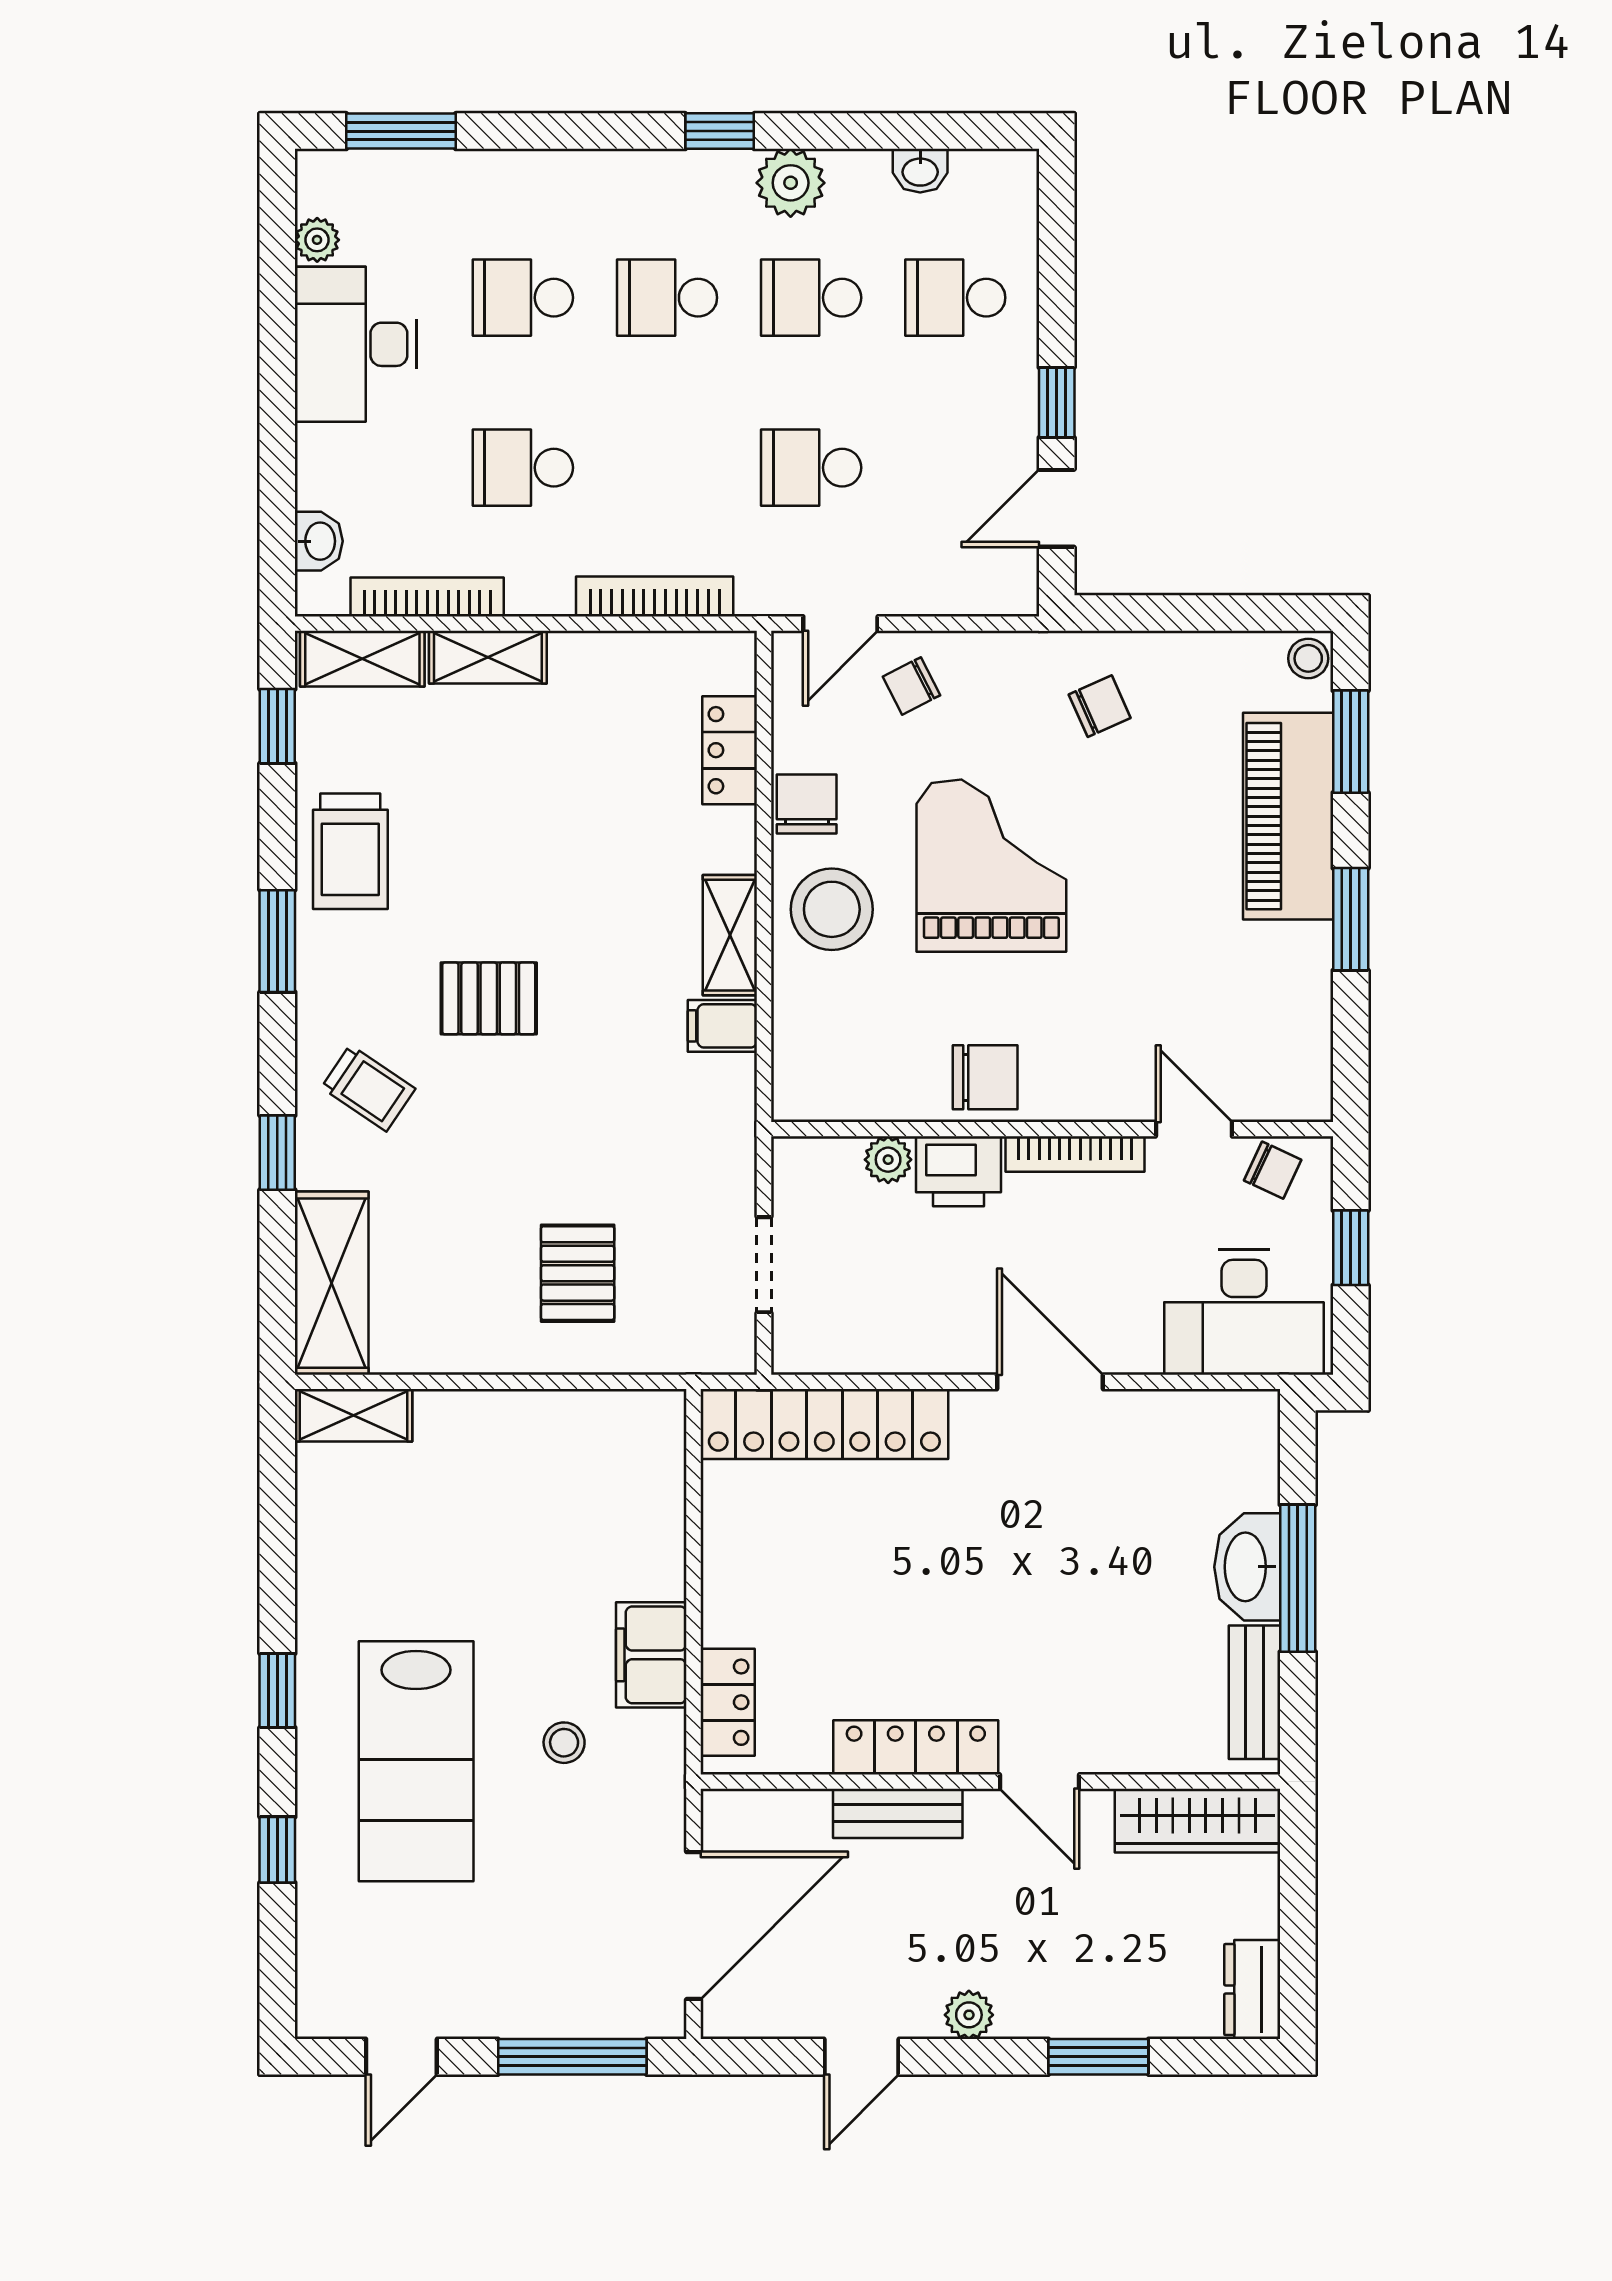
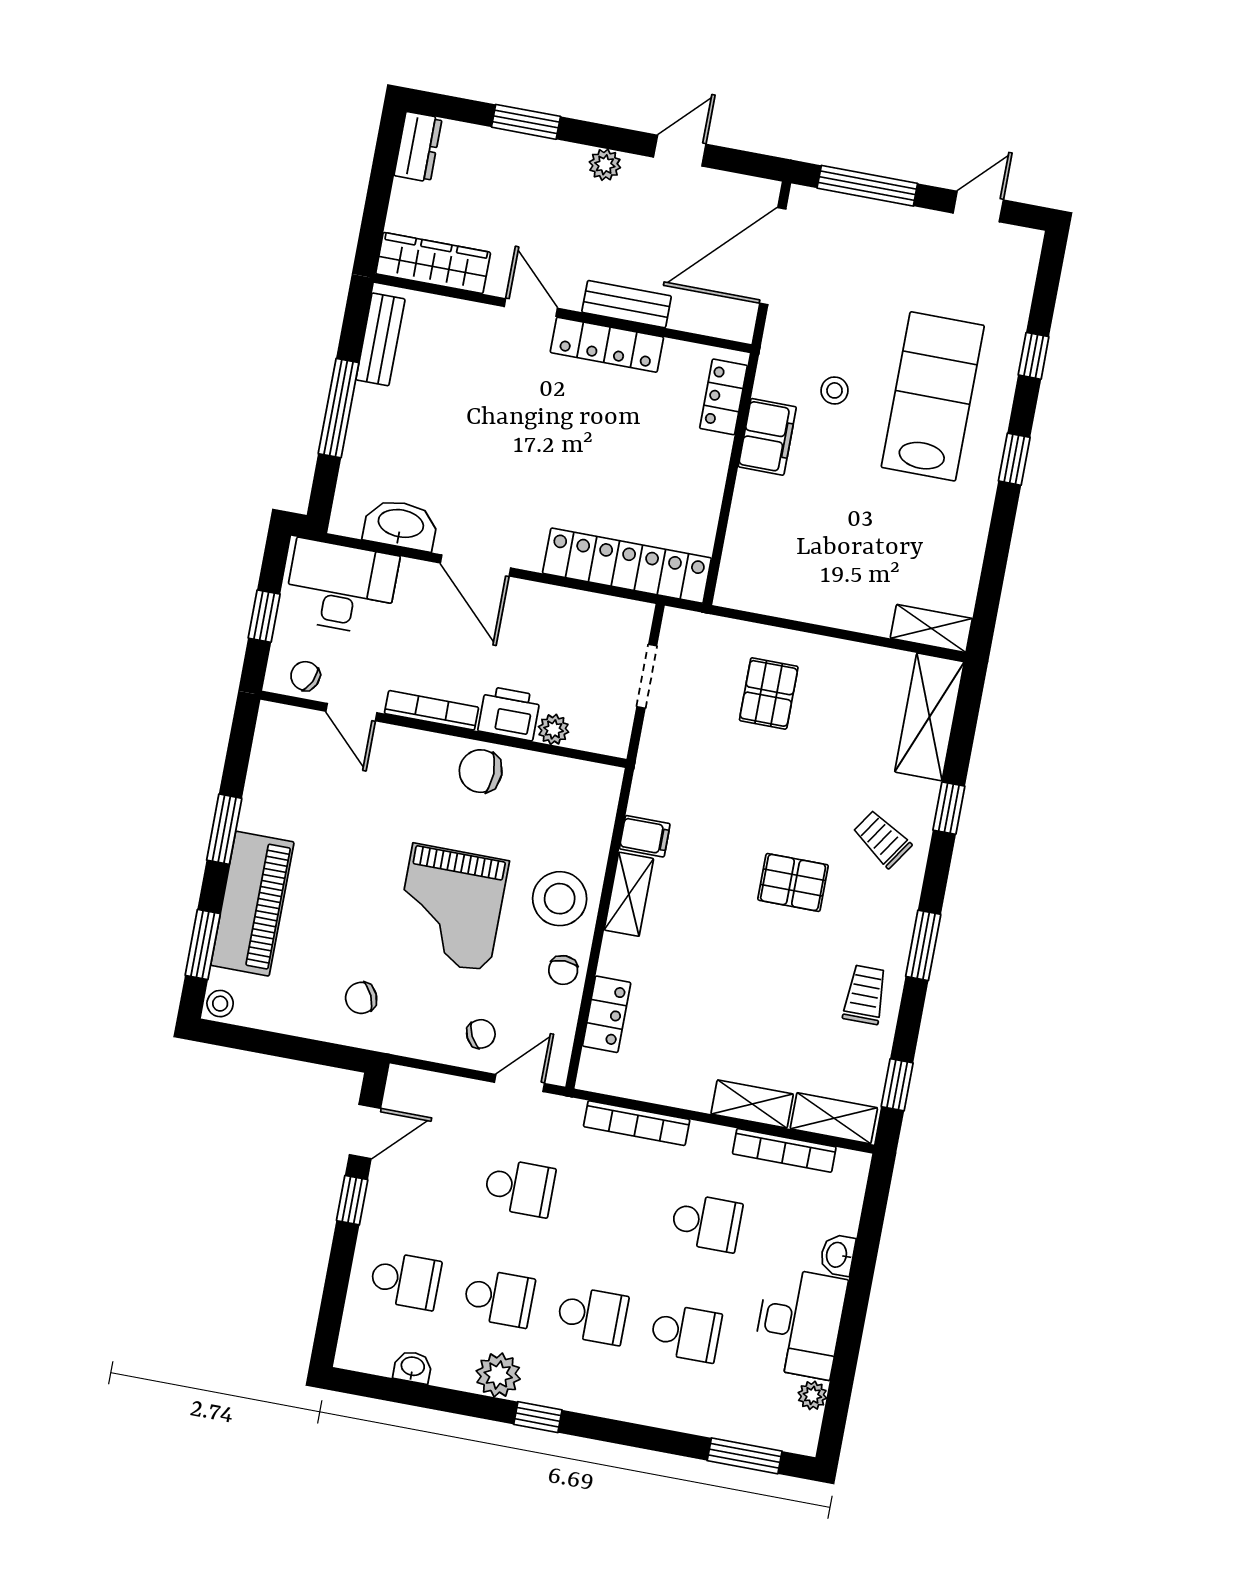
washbasin: (319, 541) -> (837, 1255), moved
chair: (807, 804) -> (563, 970), width x0.73, depth x0.73
trolley: (350, 851) -> (865, 995), width x0.73, depth x0.72
washbasin: (1247, 1567) -> (401, 525), moved, turned -90

